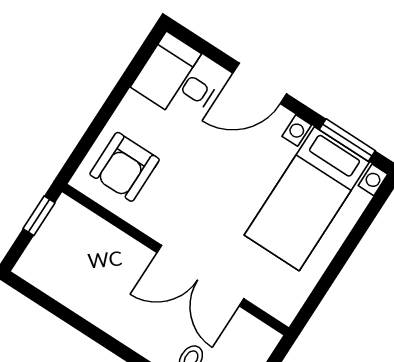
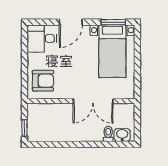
armchair: (125, 167) -> (43, 81), turned -90
window: (39, 216) -> (24, 128), moved

